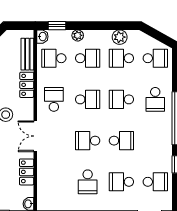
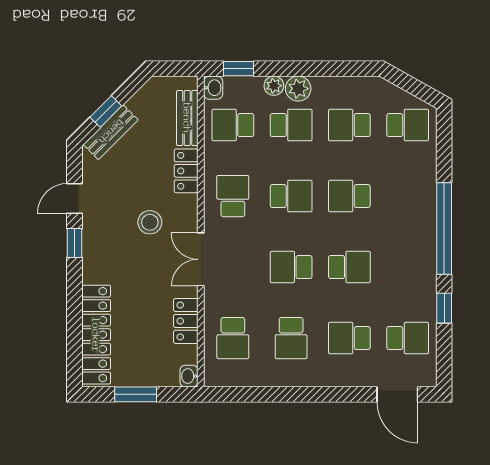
plant: (120, 37) -> (298, 89), moved
school desk: (155, 99) -> (233, 338), moved

